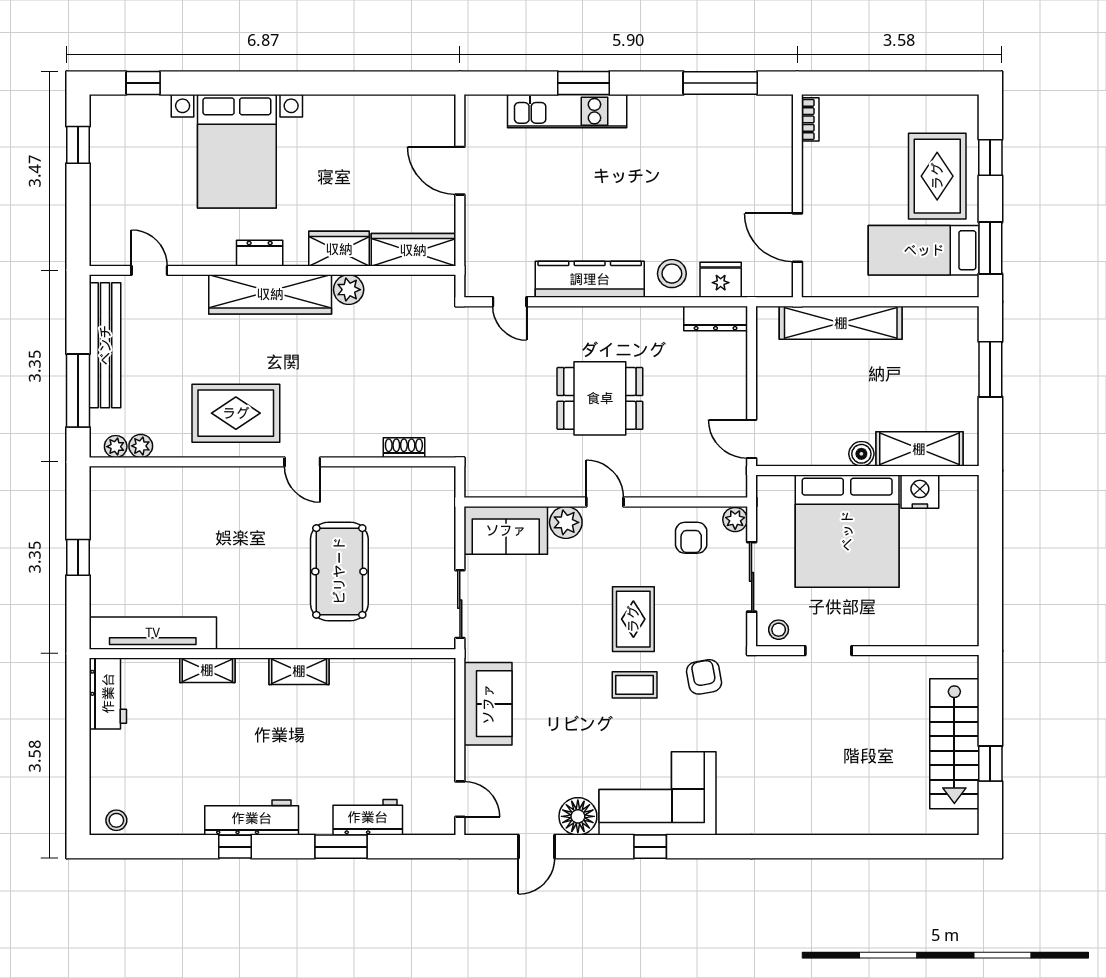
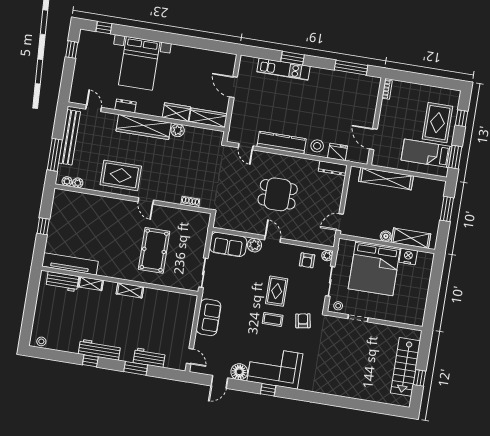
dresser: (260, 253) -> (126, 106), moved
door: (752, 439) -> (340, 222), hinge flipped
workbench: (108, 693) -> (62, 282), moved, turned 90

